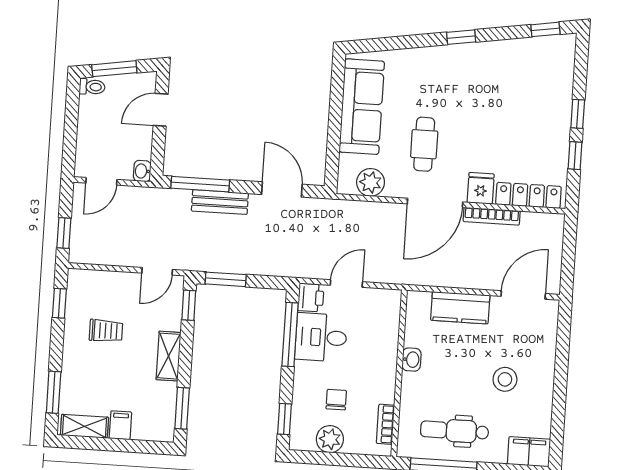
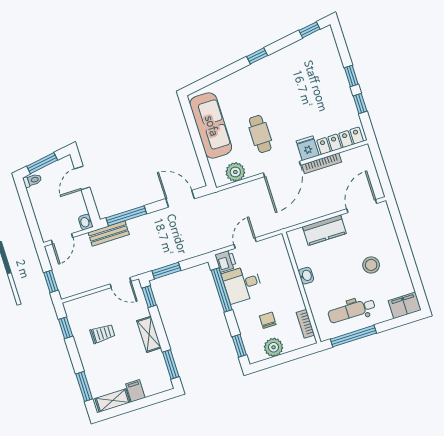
bench: (220, 202) -> (109, 233), moved
door: (157, 271) -> (120, 283), hinge flipped

